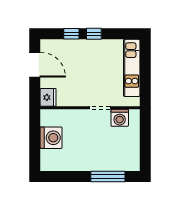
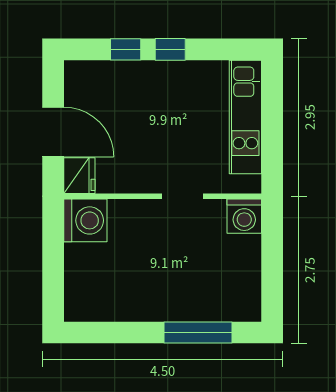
door: (35, 65) -> (53, 132), moved
washing machine: (120, 118) -> (244, 216), moved
washing machine: (51, 138) -> (85, 220), moved

